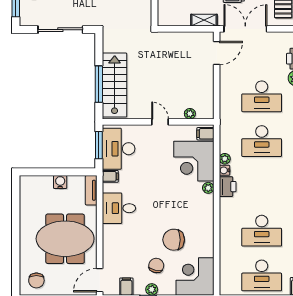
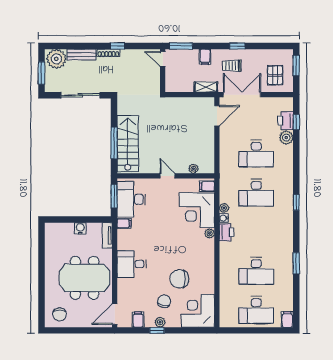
desk: (119, 208) -> (132, 264), moved

